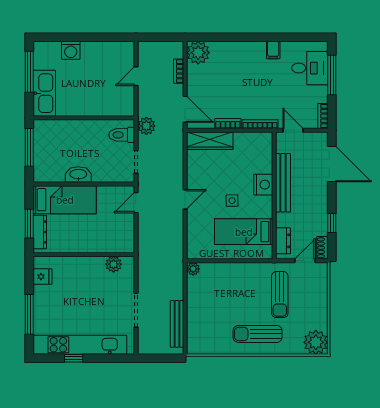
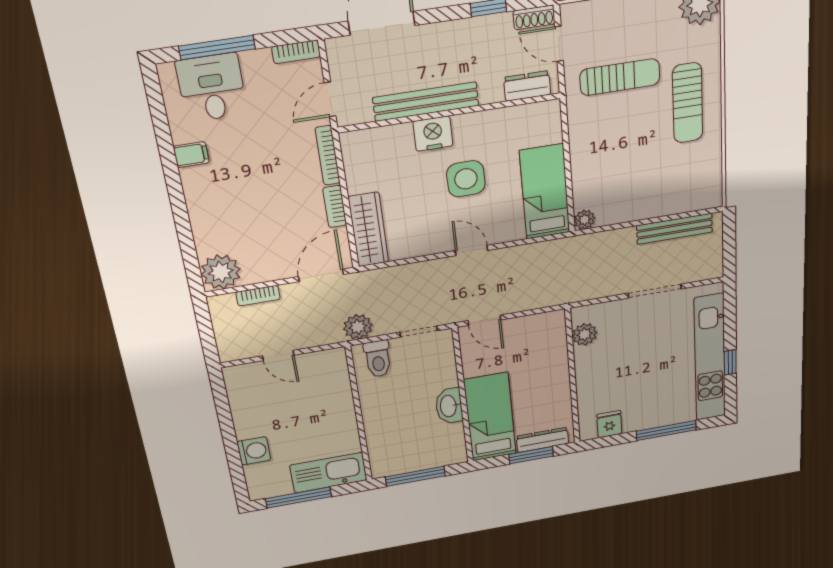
side table: (232, 201) -> (466, 179), width x1.87, depth x1.87
bed: (244, 232) -> (545, 192), moved, turned 180

